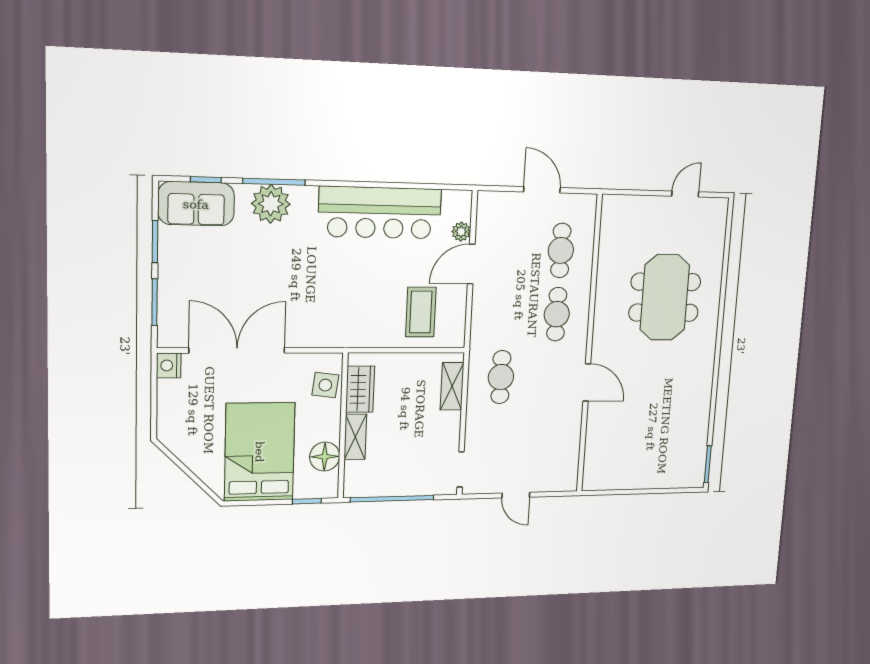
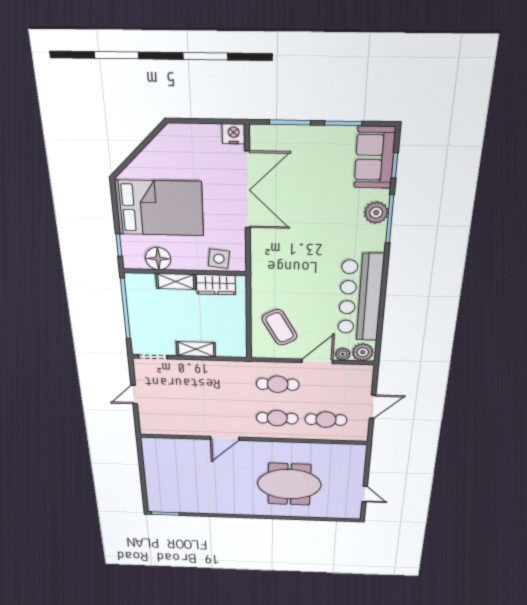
plant: (271, 204) -> (376, 213), width x0.73, depth x0.73
plant: (459, 206) -> (363, 352), added
door: (471, 264) -> (317, 361), hinge flipped
coffee table: (421, 312) -> (280, 327), turned 61
cafe table: (501, 377) -> (278, 384), moved
shelving: (452, 386) -> (196, 349), moved

